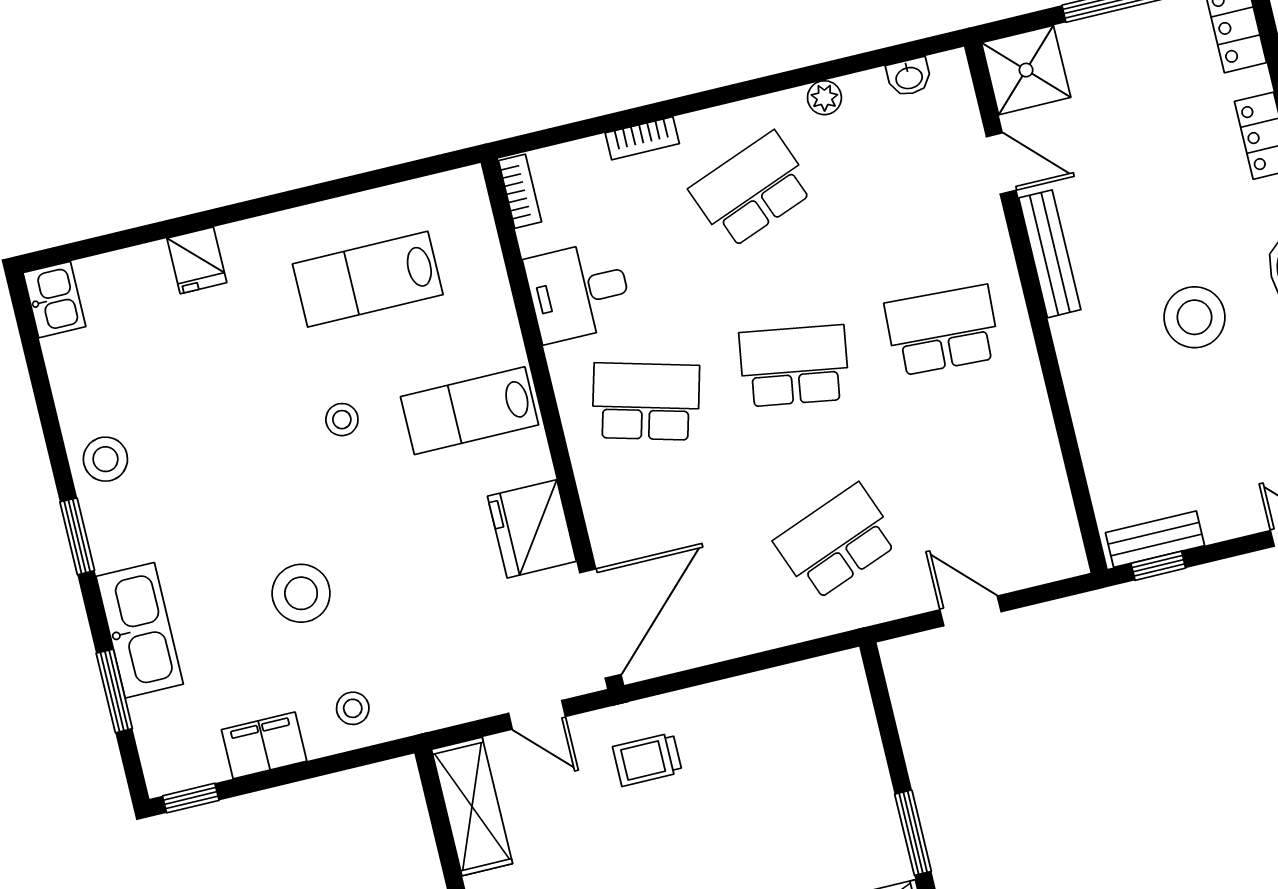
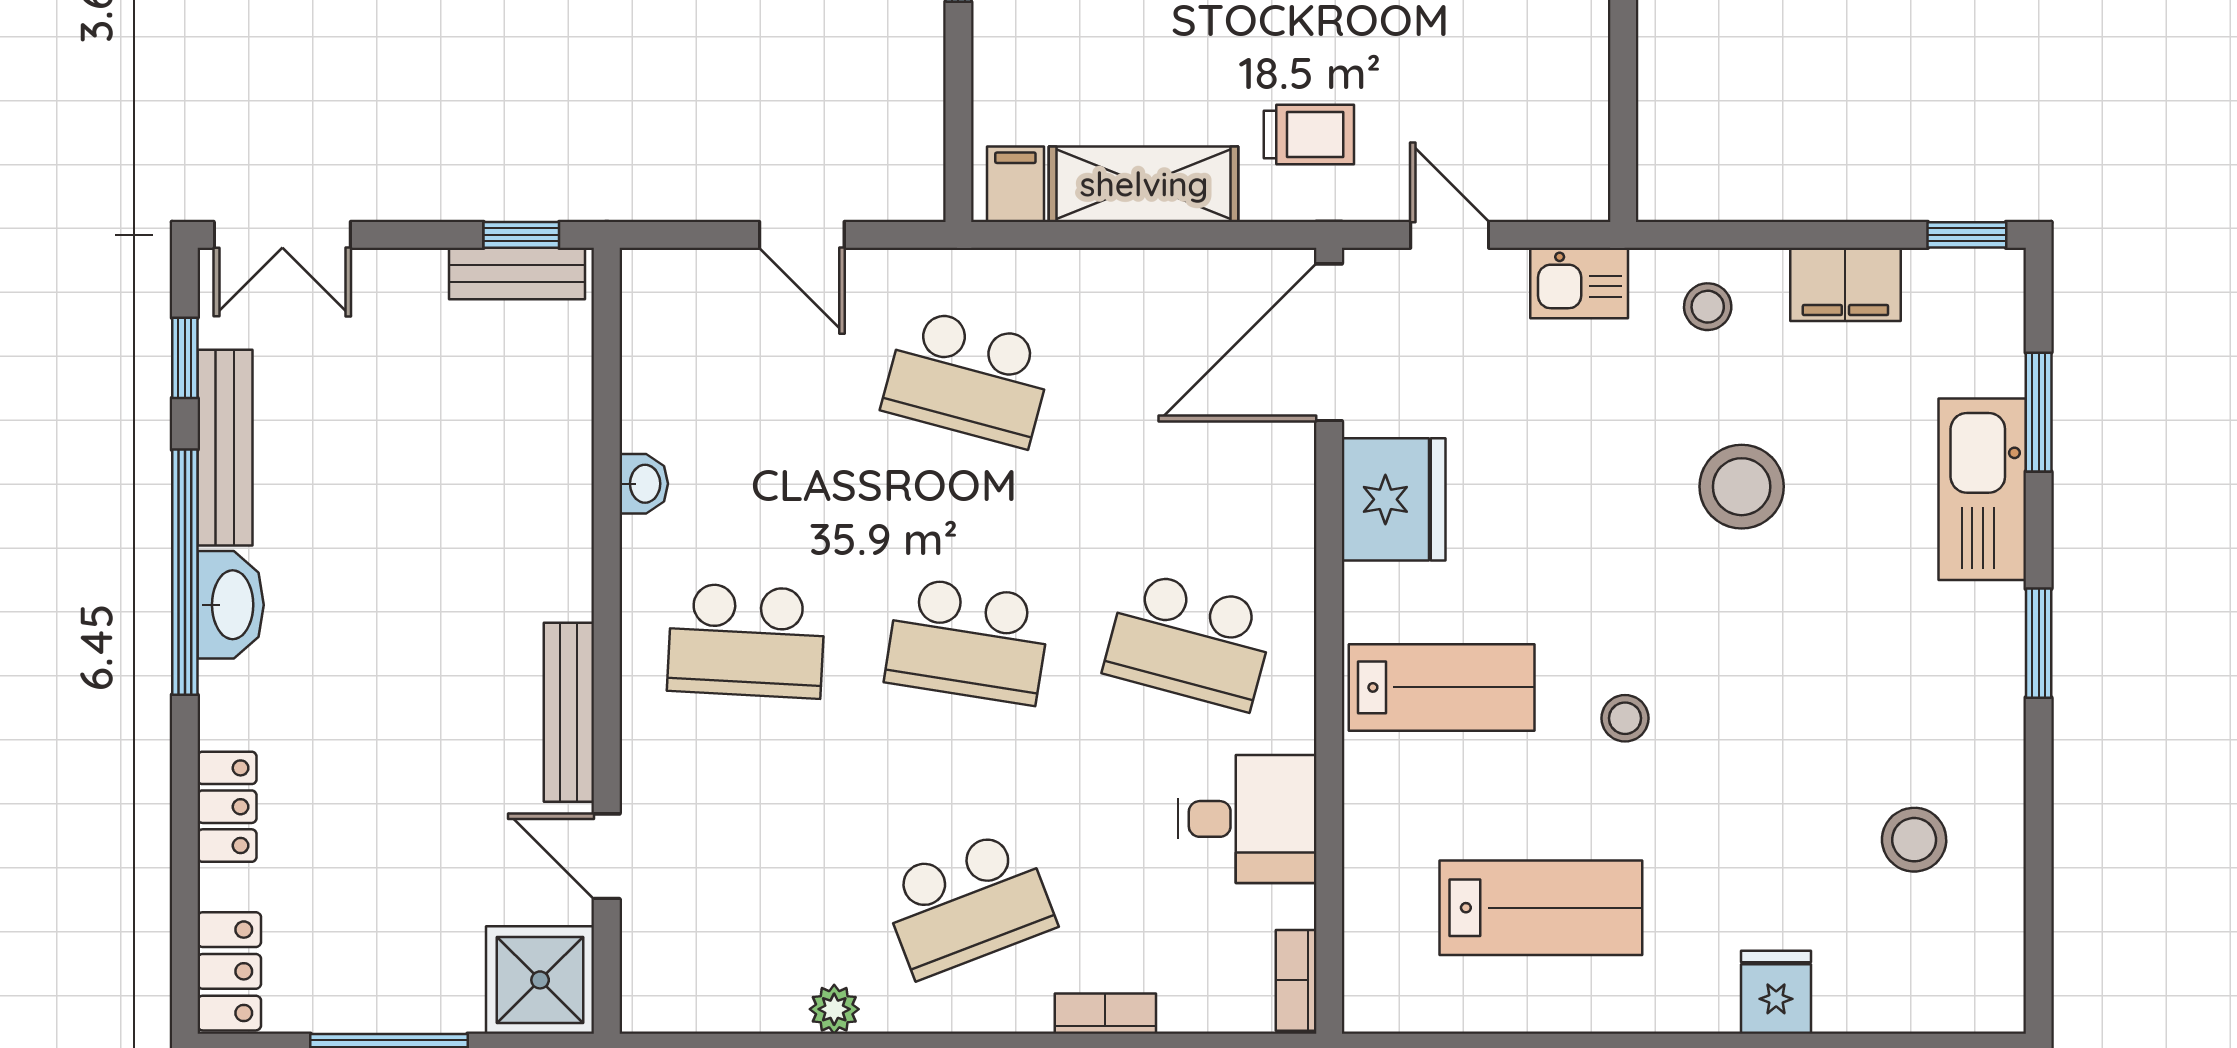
washbasin: (909, 77) -> (644, 484), moved, turned 90
kitchen sink: (54, 300) -> (1579, 283), moved, turned -90
stool: (1194, 317) -> (386, 574), removed
stool: (105, 459) -> (1914, 840), moved
school desk: (836, 542) -> (968, 378), turned 36
filing cabinet: (836, 679) -> (1015, 184), added
shelving: (472, 807) -> (1144, 184), moved, turned 90

